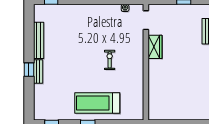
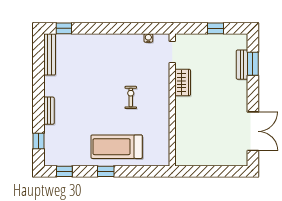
bench: (39, 40) -> (50, 54), moved
window: (29, 70) -> (38, 141), moved

